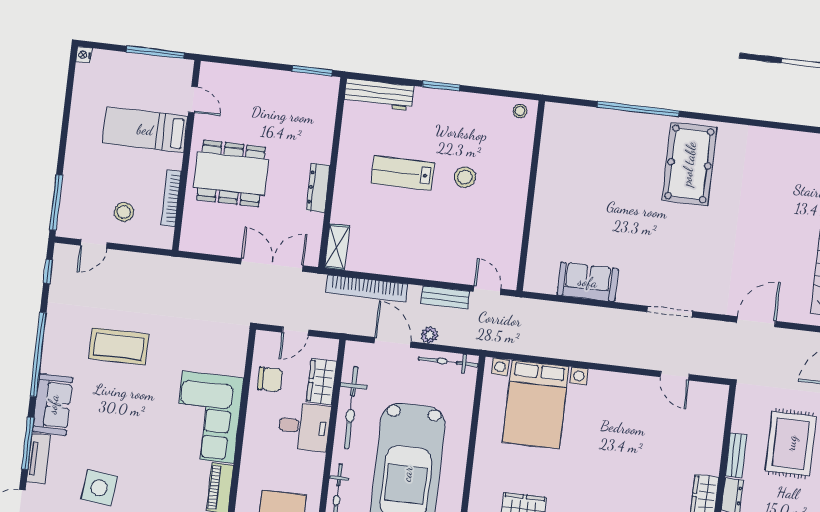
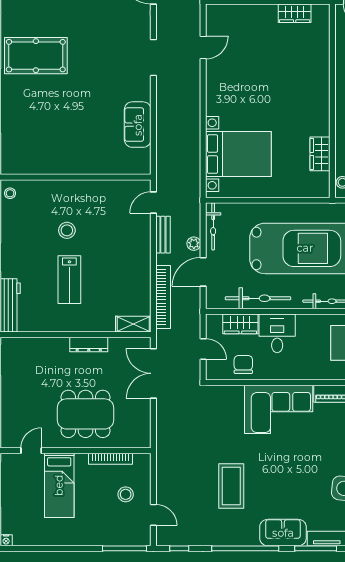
dining table: (231, 173) -> (86, 414), turned 90

